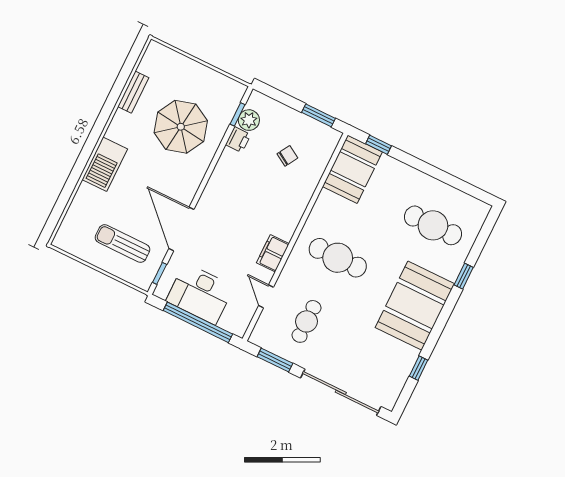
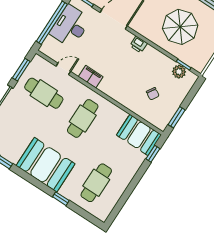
printer: (238, 140) -> (139, 44), moved
cafe table: (307, 321) -> (44, 93), width x1.37, depth x1.35

